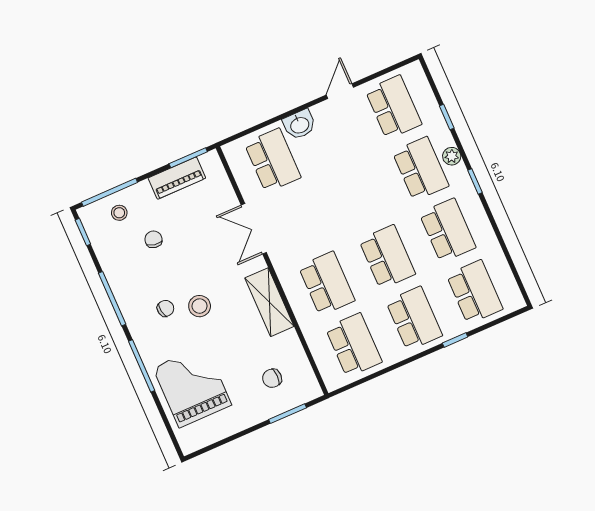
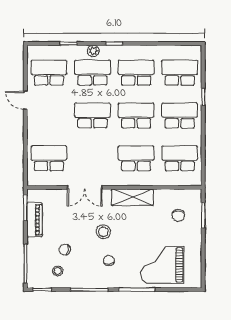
washbasin: (299, 125) -> (35, 133), removed
school desk: (360, 195) -> (92, 115), added
stool: (119, 213) -> (58, 271), moved
stool: (200, 306) -> (103, 232), moved

